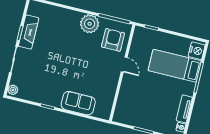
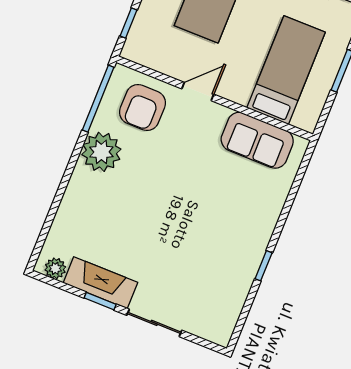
armchair: (113, 40) -> (143, 107), turned -90
plant: (13, 90) -> (55, 268), moved
sofa: (78, 103) -> (257, 140), moved, turned -90
bed: (140, 104) -> (286, 70), added

